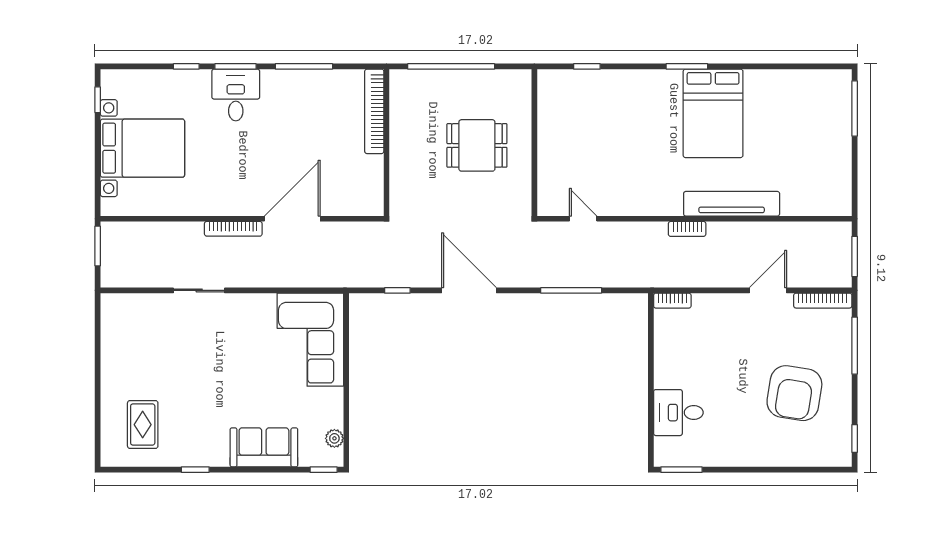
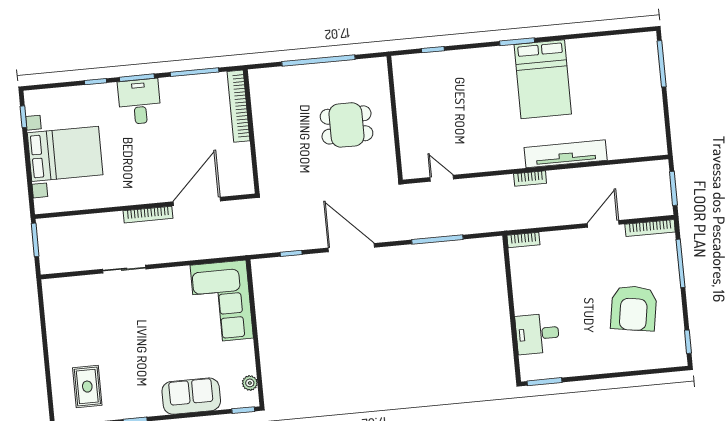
bookcase: (374, 111) -> (238, 106), moved
wall: (387, 143) -> (251, 132), moved

